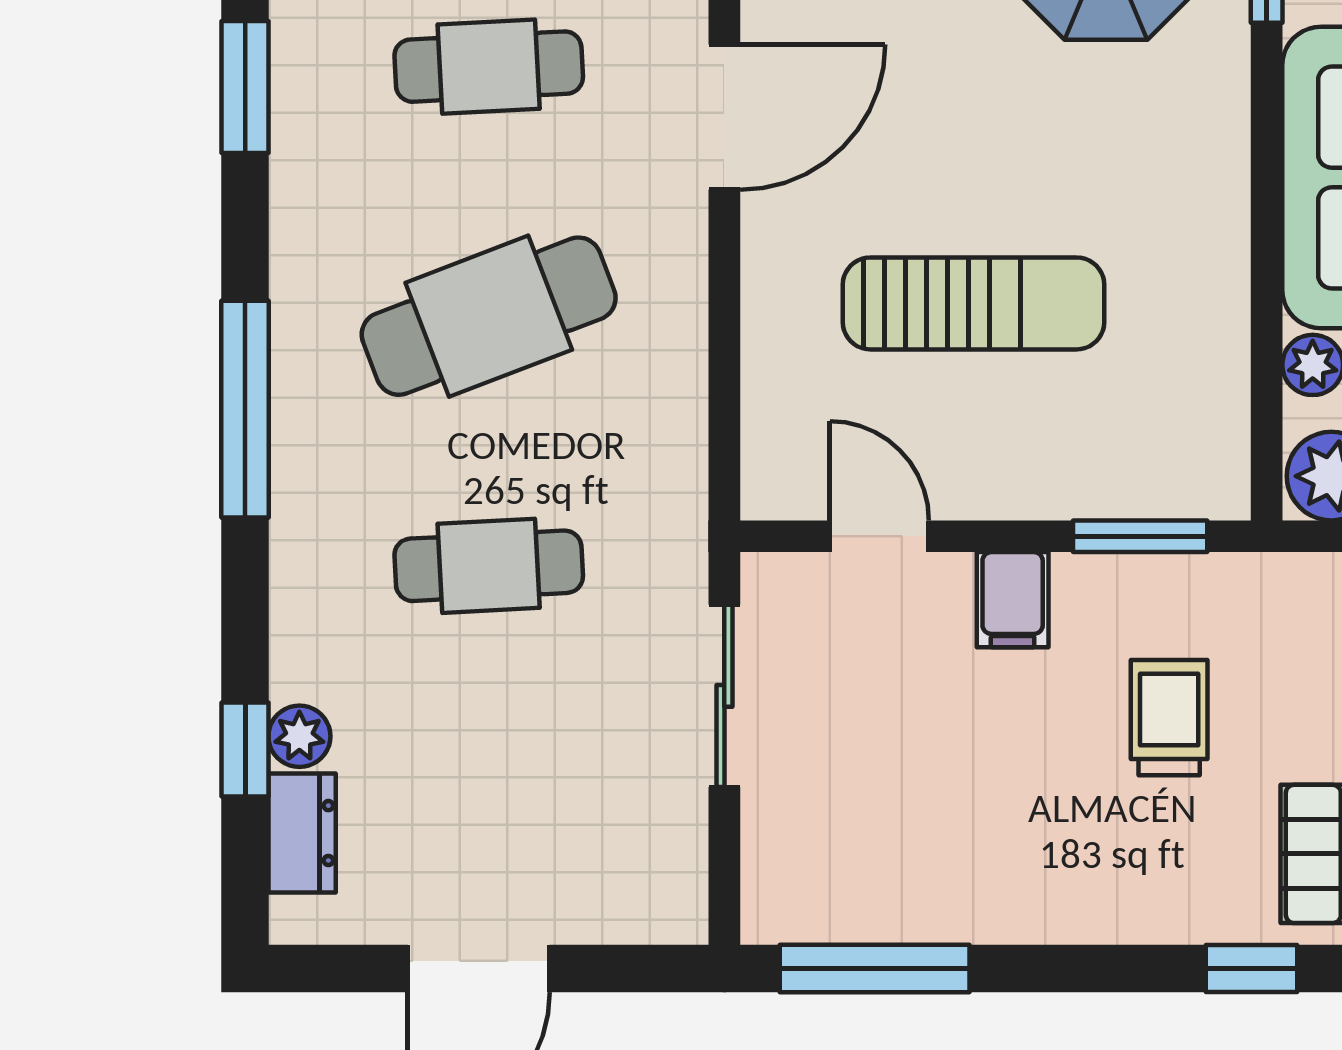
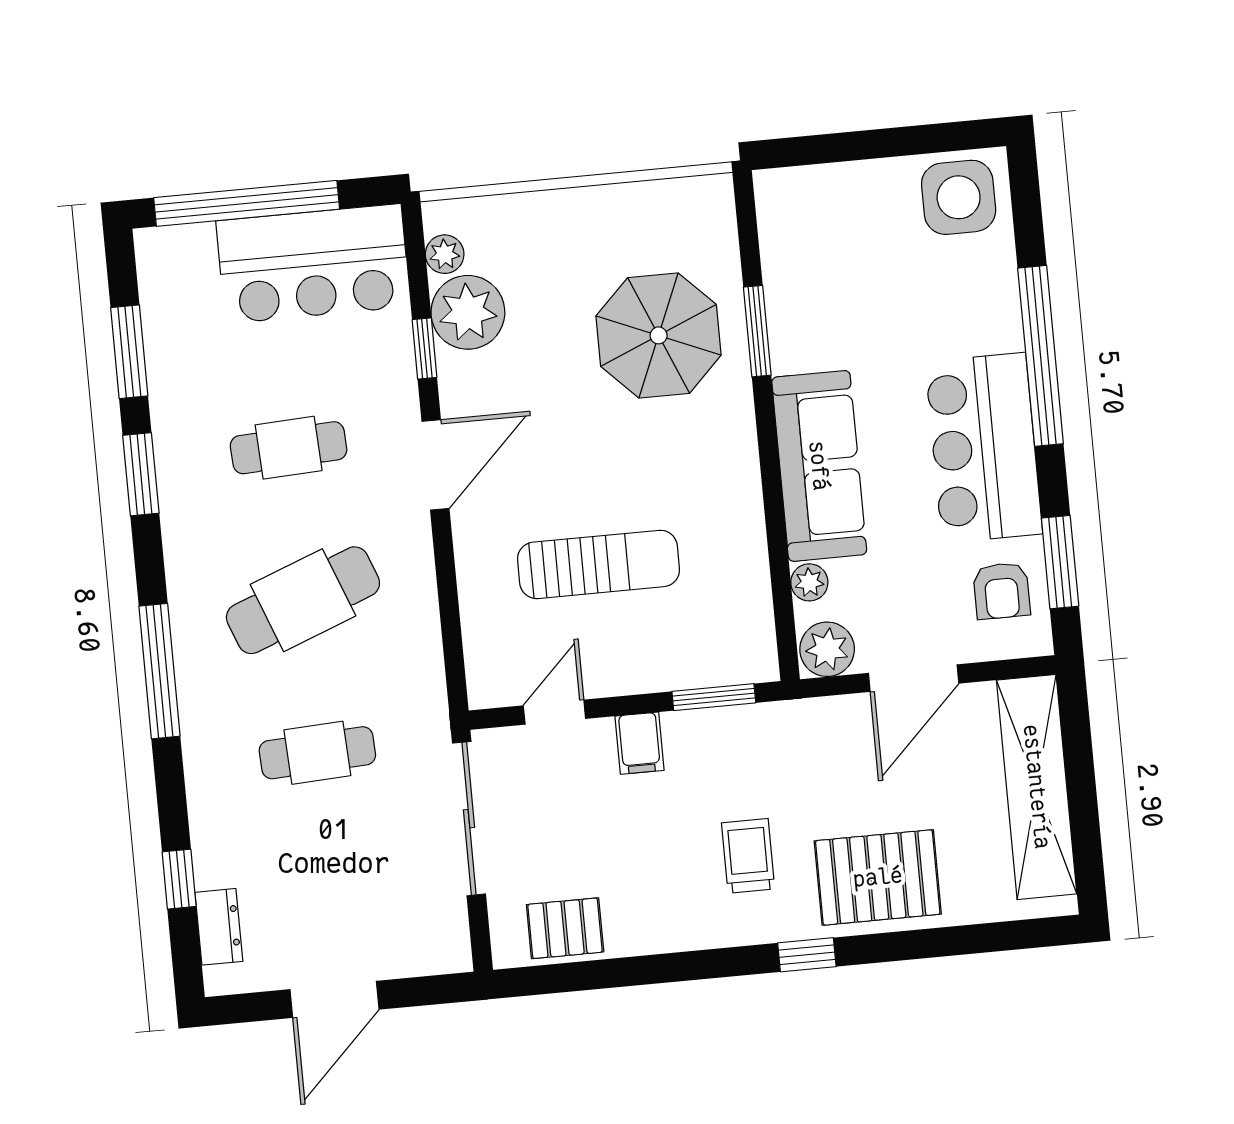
door: (879, 536) -> (554, 712), hinge flipped
sliding door: (724, 696) -> (469, 819), width x1.37
trolley: (1169, 718) -> (748, 856), moved
plant: (299, 736) -> (212, 868), removed
pallet: (863, 888) -> (565, 928), added
window: (875, 968) -> (577, 977), removed

